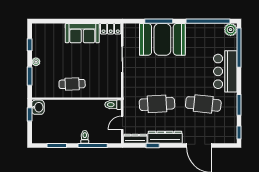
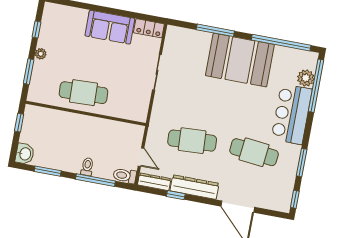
plant: (231, 30) -> (306, 78), moved
booth: (162, 39) -> (240, 60), moved
cafe table: (72, 84) -> (83, 93), width x1.37, depth x1.35
toilet: (113, 105) -> (125, 176), moved
washbasin: (38, 107) -> (25, 154), moved
door: (122, 123) -> (141, 157), swing flipped

